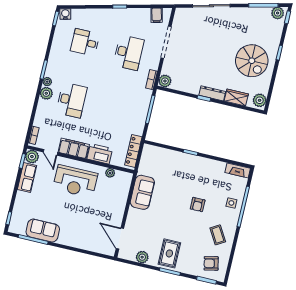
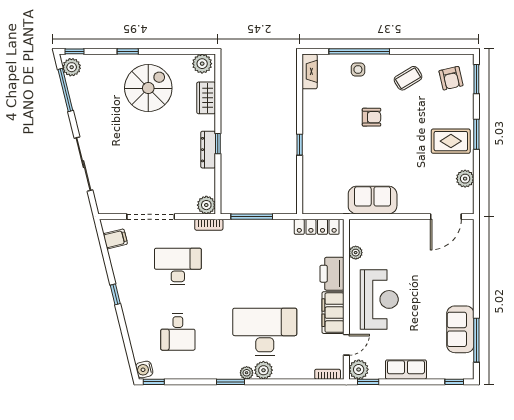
dresser: (212, 93) -> (208, 150), moved
desk: (72, 100) -> (265, 332), width x1.36, depth x1.30
row of seats: (27, 178) -> (406, 370), moved

